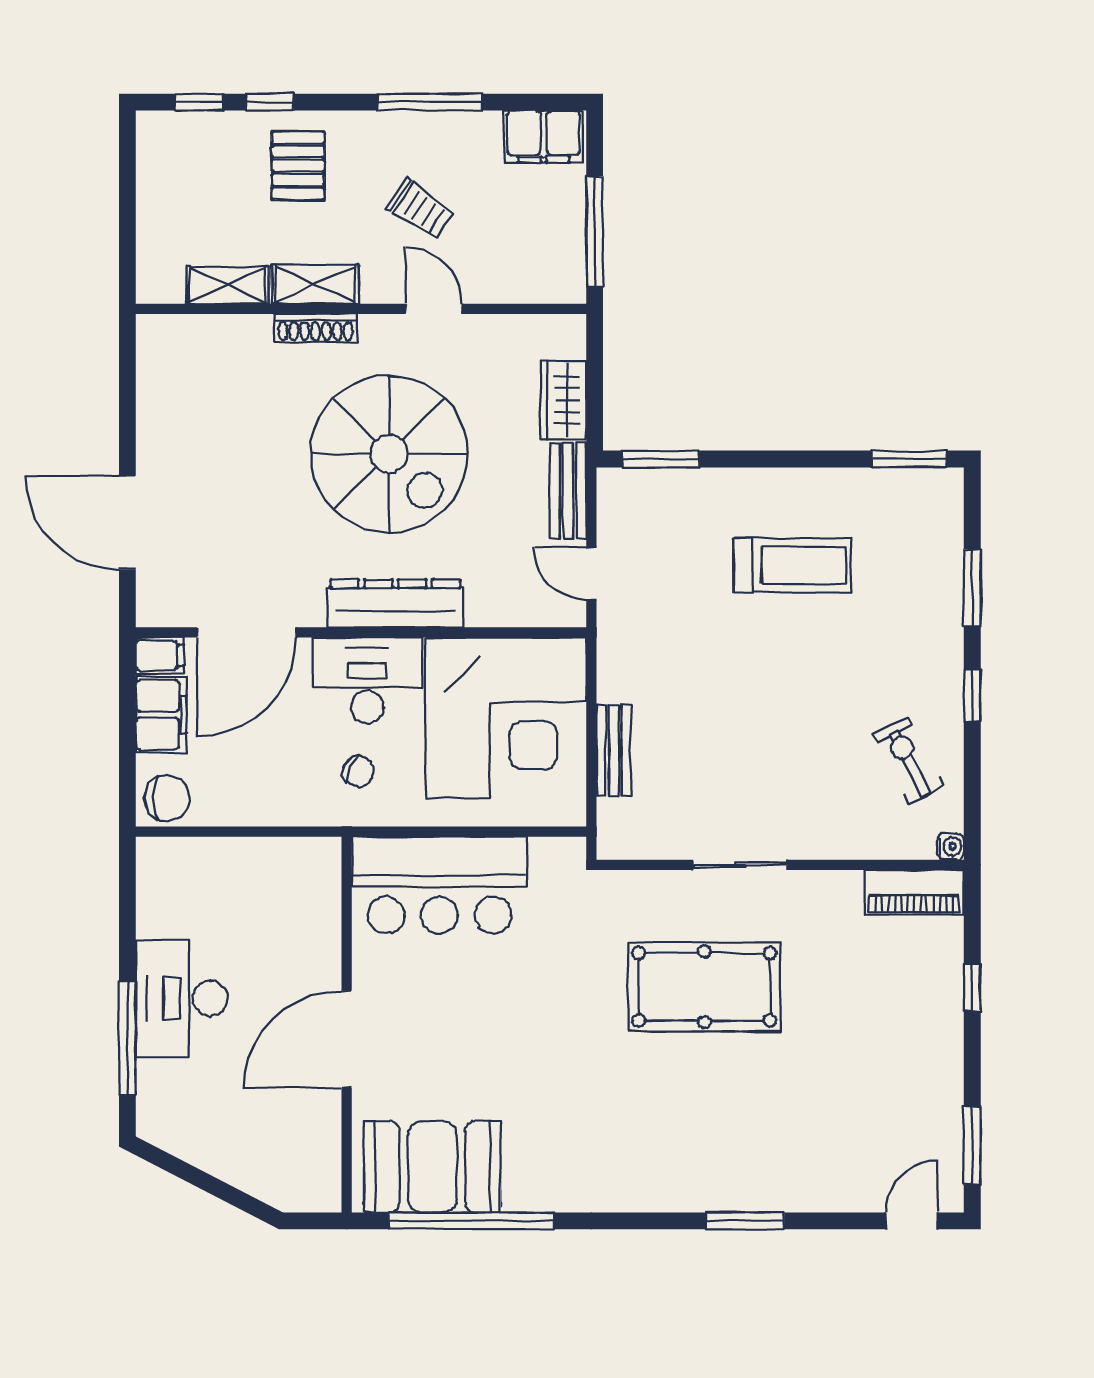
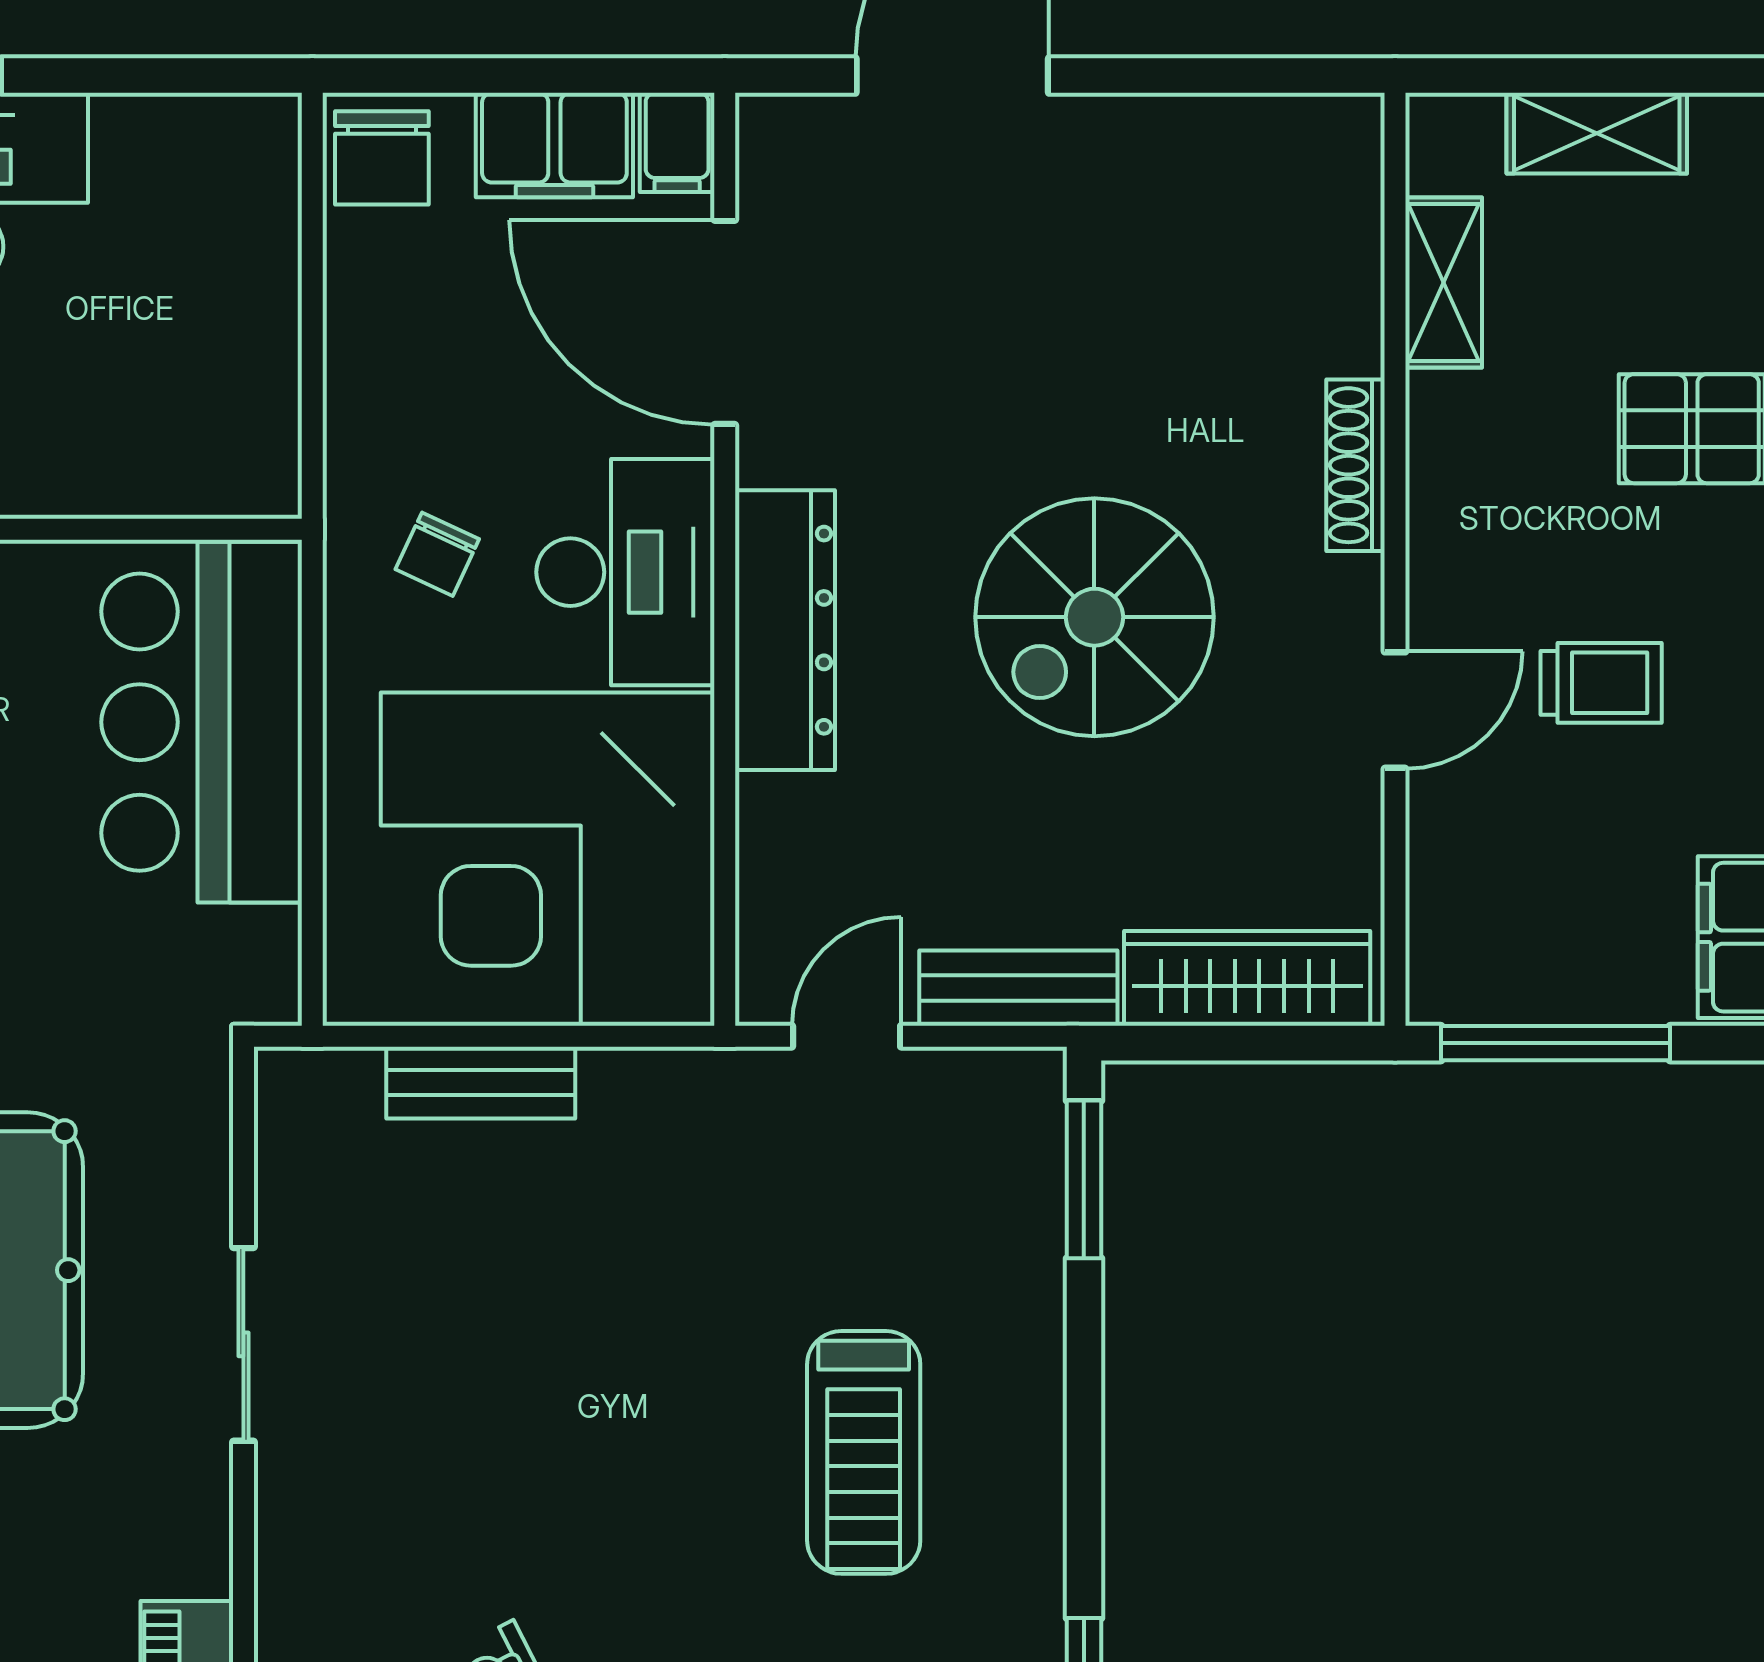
trolley: (421, 209) -> (1601, 683), turned -124
shelving: (315, 284) -> (1597, 133), moved, turned 90
wardrobe: (563, 400) -> (1247, 978), width x1.50
spiral stairs: (389, 454) -> (1094, 617), width x0.73, depth x0.73

